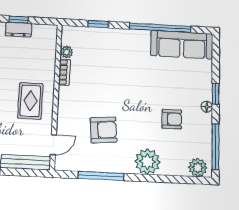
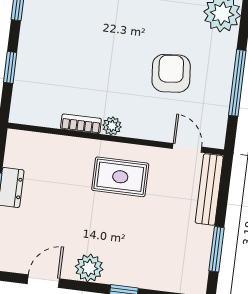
plant: (67, 52) -> (112, 126), moved

